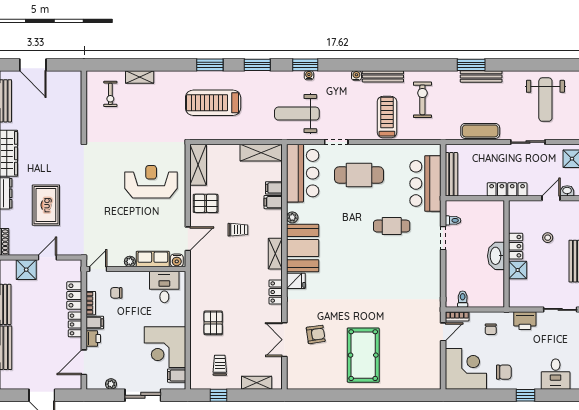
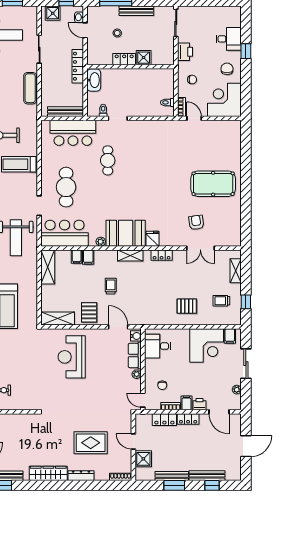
washbasin: (496, 256) -> (94, 80), moved, turned -90
desk: (556, 374) -> (229, 39), moved

